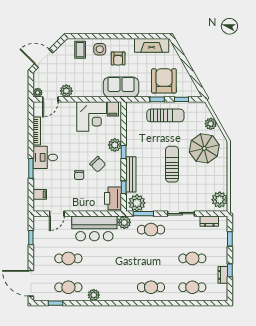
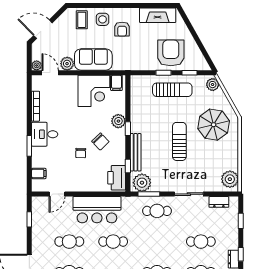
sofa: (121, 87) -> (93, 60), moved
door: (50, 99) -> (50, 73), swing flipped
plant: (211, 124) -> (213, 85), moved
plant: (124, 222) -> (129, 203), removed
cafe table: (110, 258) -> (113, 242), added

